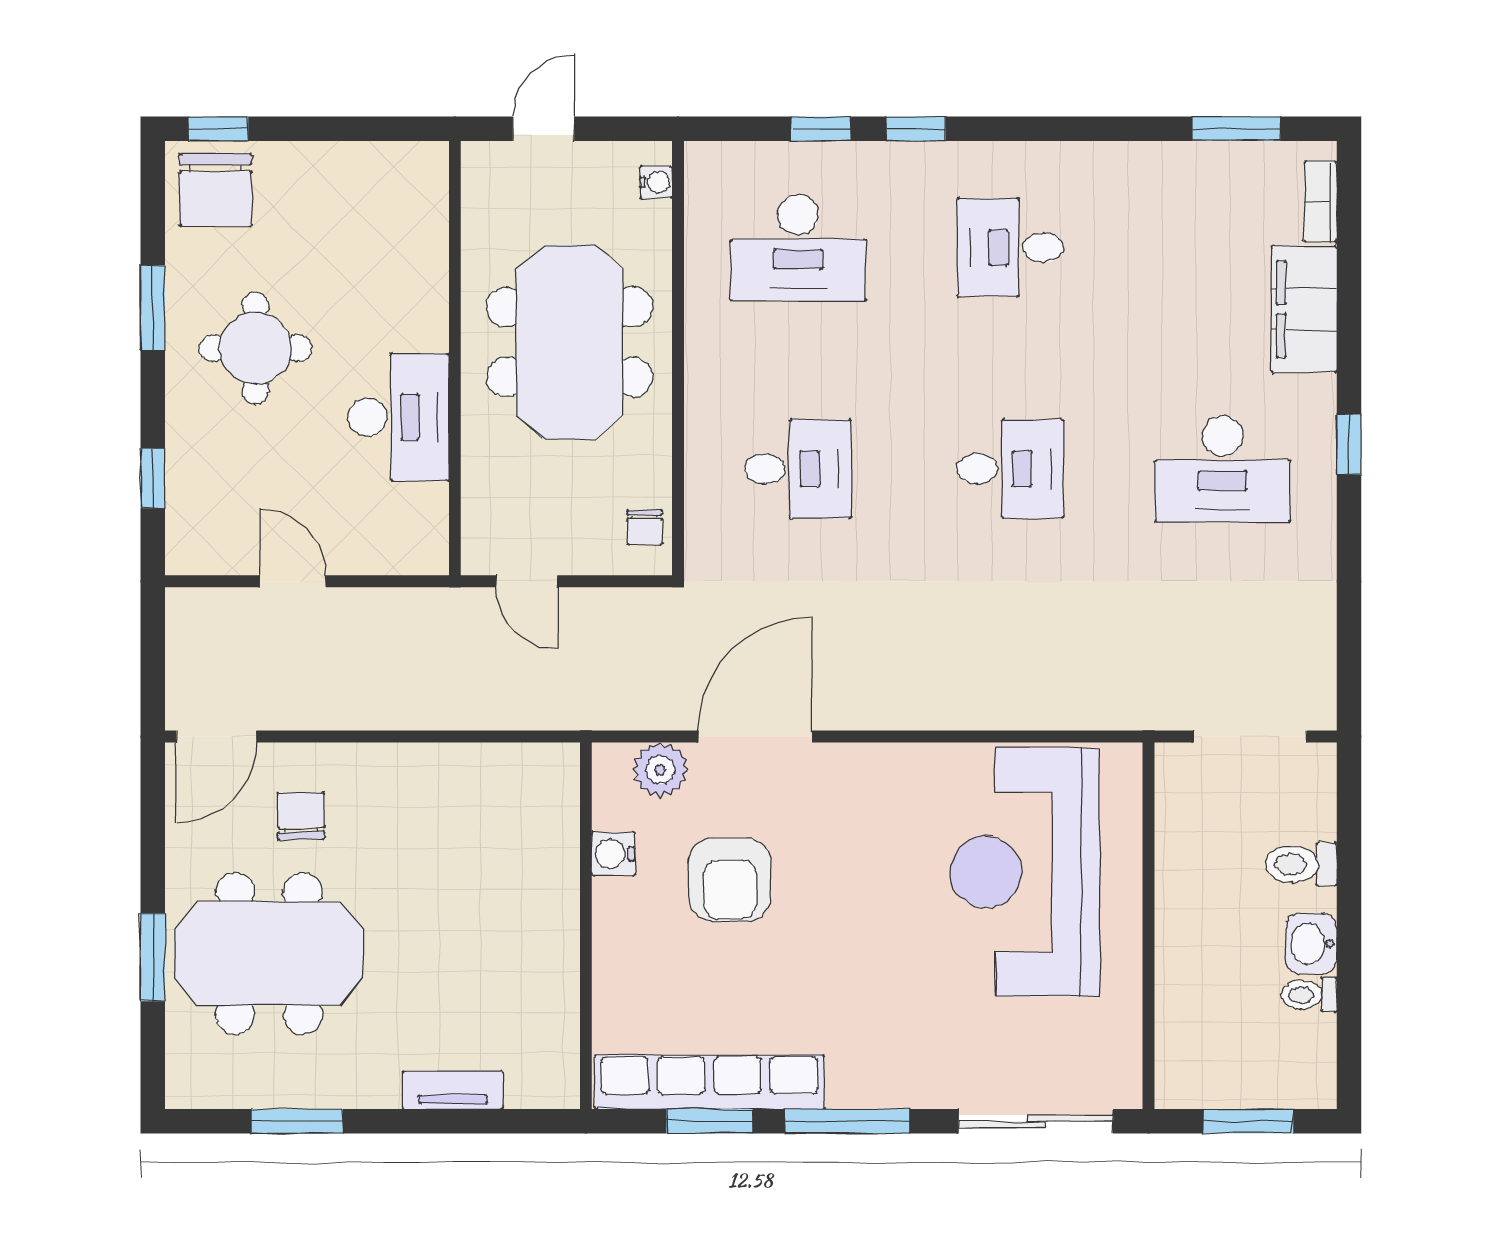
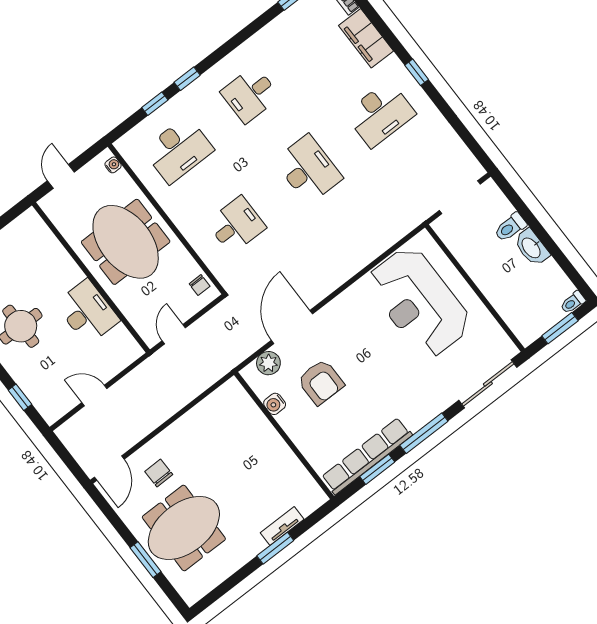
desk: (1010, 469) -> (308, 169), width x1.37
door: (527, 581) -> (174, 334), swing flipped
washbasin: (1311, 943) -> (532, 248), width x1.38
toilet: (1309, 995) -> (573, 302), moved
window: (297, 1121) -> (275, 548), moved

